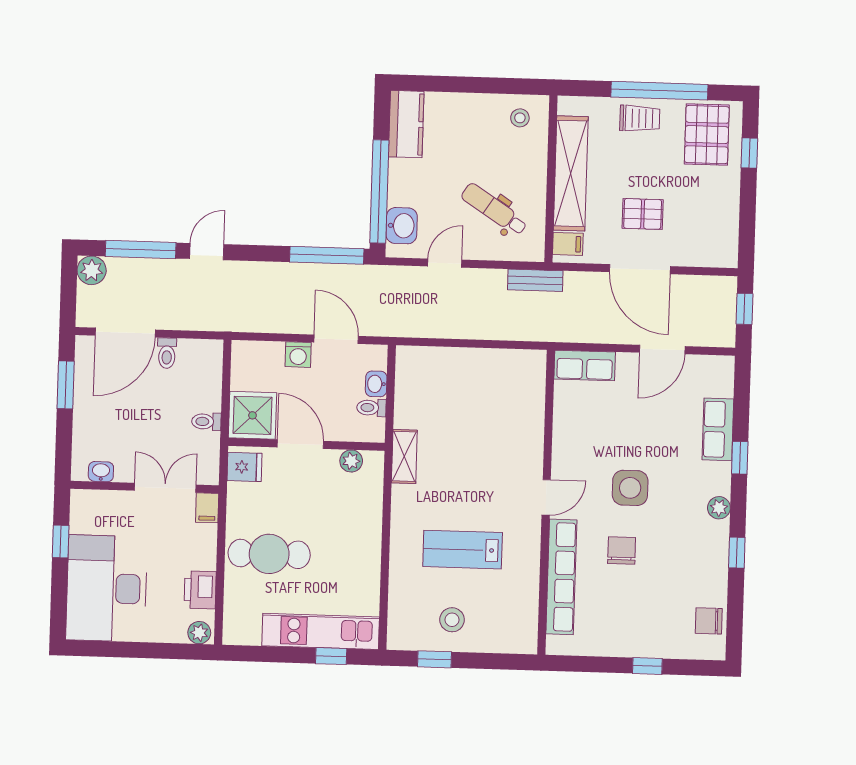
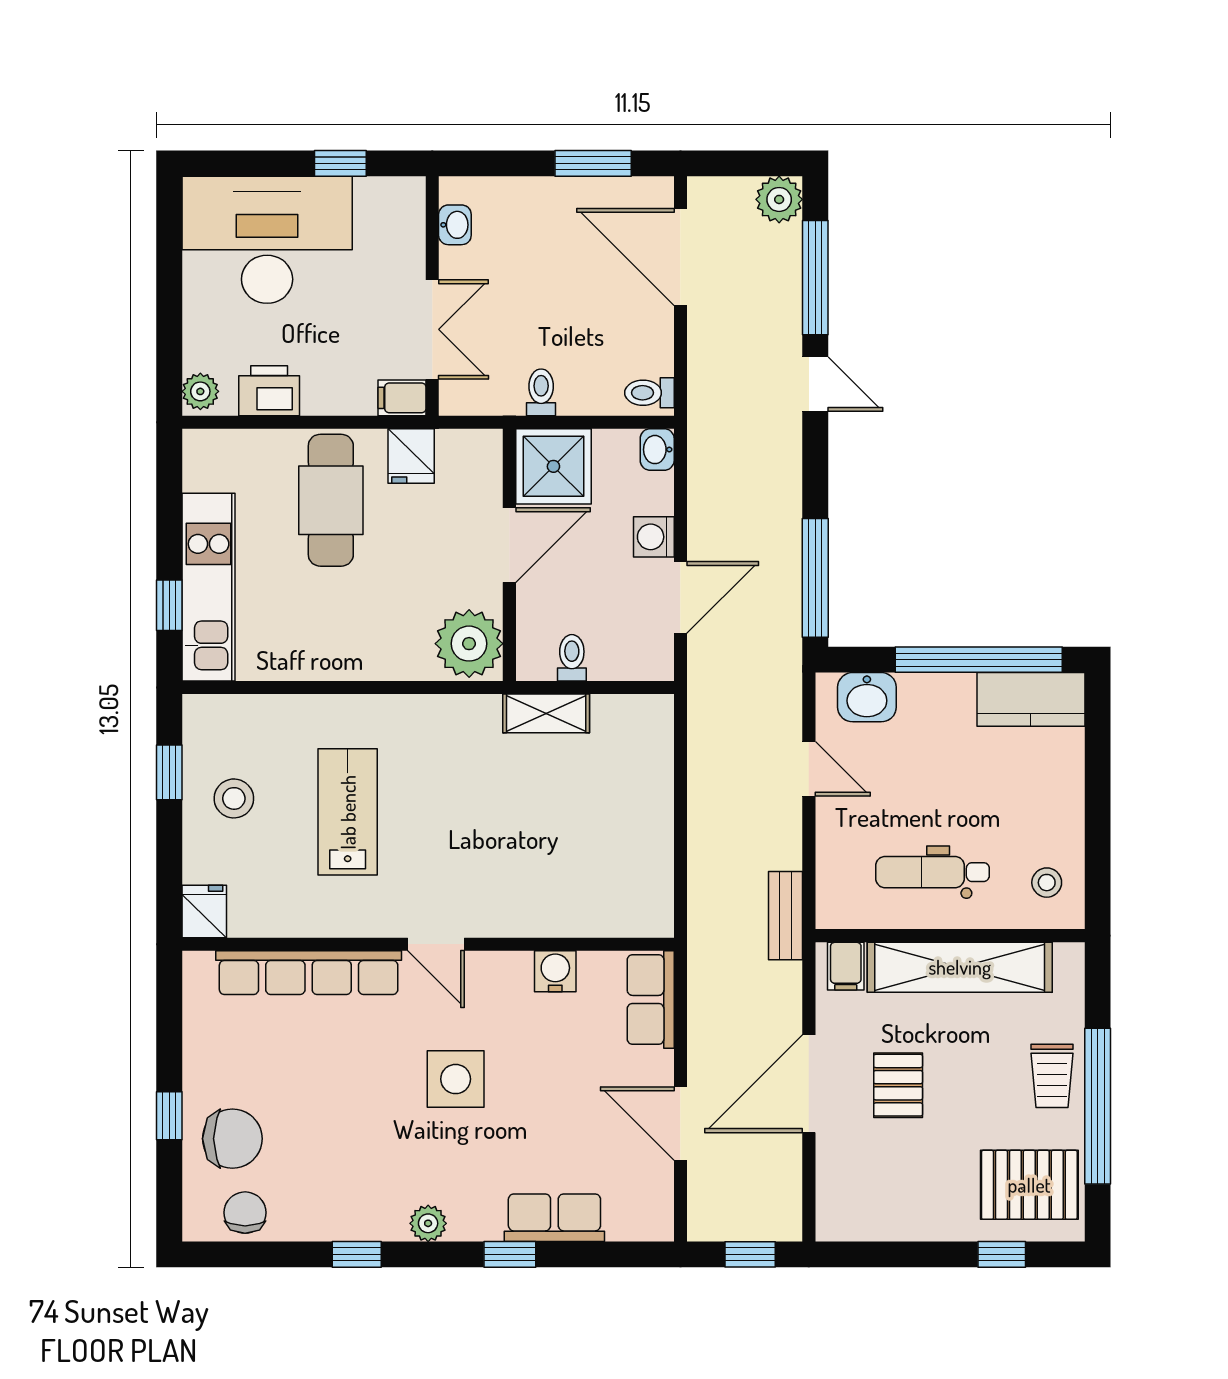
window: (379, 191) -> (979, 660), moved
dental chair: (494, 209) -> (932, 872), moved, turned -123
toilet: (167, 353) -> (649, 393), moved
washbasin: (376, 384) -> (657, 450), moved, turned -90
water cooler: (565, 424) -> (555, 971), added
shelving: (404, 456) -> (546, 713), moved
plant: (351, 461) -> (469, 644), width x1.88, depth x1.88
fridge: (245, 467) -> (411, 456), moved
chair: (622, 550) -> (232, 1139), moved, width x1.37, depth x1.37
fridge: (521, 640) -> (204, 911), added

